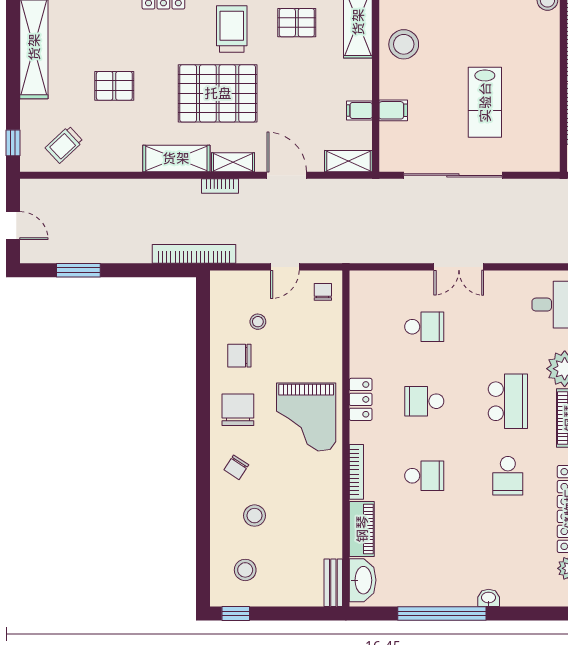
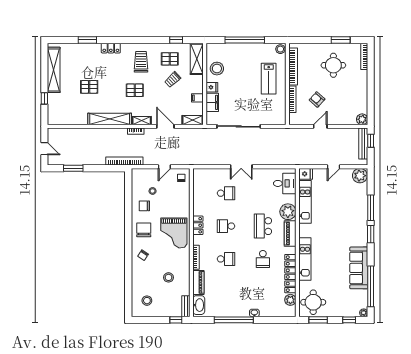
fridge: (392, 87) -> (212, 87), added
pallet: (218, 93) -> (135, 90), width x0.49, depth x0.50
lab bench: (485, 102) -> (269, 79), moved
filing cabinet: (393, 110) -> (212, 102), width x2.00
window: (13, 143) -> (44, 98), moved
trolley: (64, 145) -> (173, 80), moved
shelving: (176, 158) -> (110, 119), width x1.47
school desk: (508, 401) -> (263, 226), turned 180
stool: (255, 516) -> (169, 277), moved
window: (236, 614) -> (176, 320), moved

